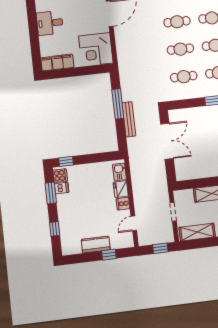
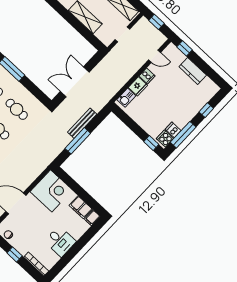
window: (51, 193) -> (183, 135), width x1.44
window: (109, 255) -> (184, 48), moved

